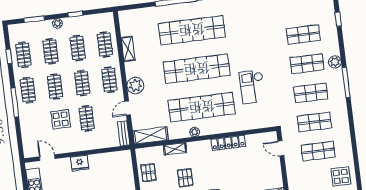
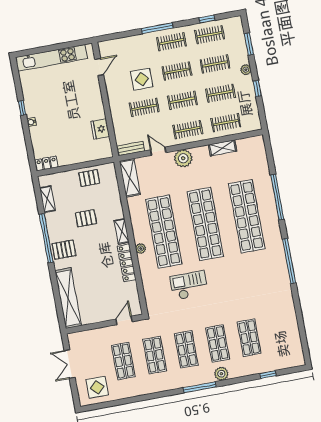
plant: (195, 132) -> (141, 249), moved
shelving: (175, 149) -> (122, 231), moved
fridge: (80, 163) -> (100, 129), moved

